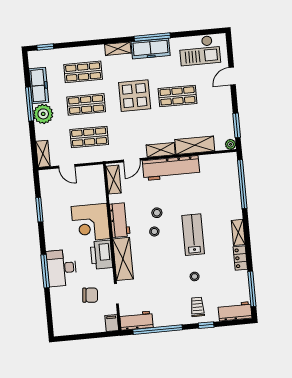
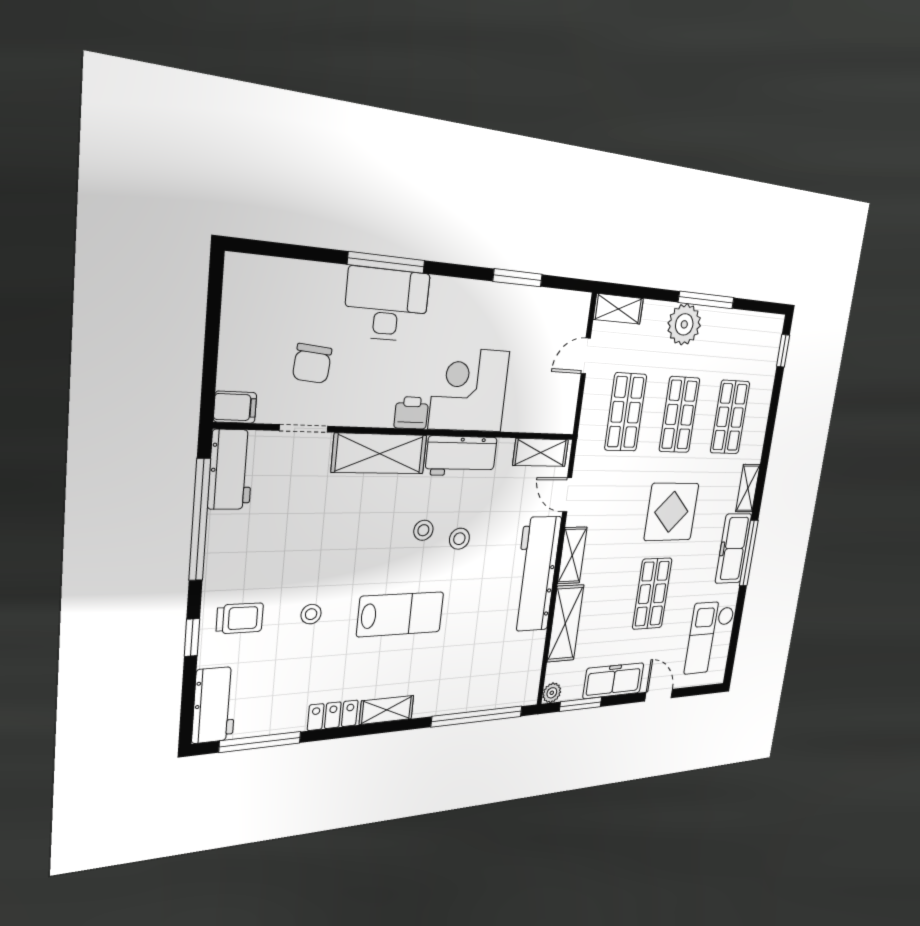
freezer: (39, 86) -> (614, 681), moved, turned 180
printer: (101, 255) -> (411, 413), width x0.53, depth x0.68

